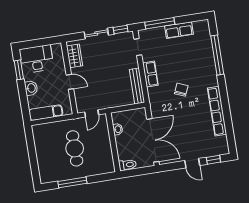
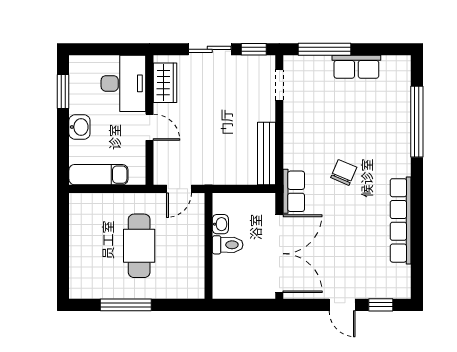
desk: (36, 59) -> (123, 83), moved, turned 90
row of seats: (150, 74) -> (294, 191), moved
toilet: (128, 165) -> (228, 245), moved

